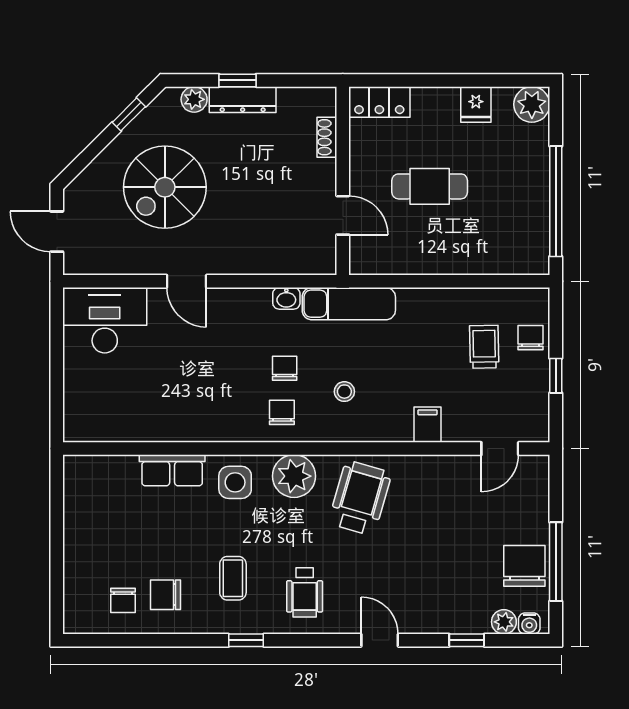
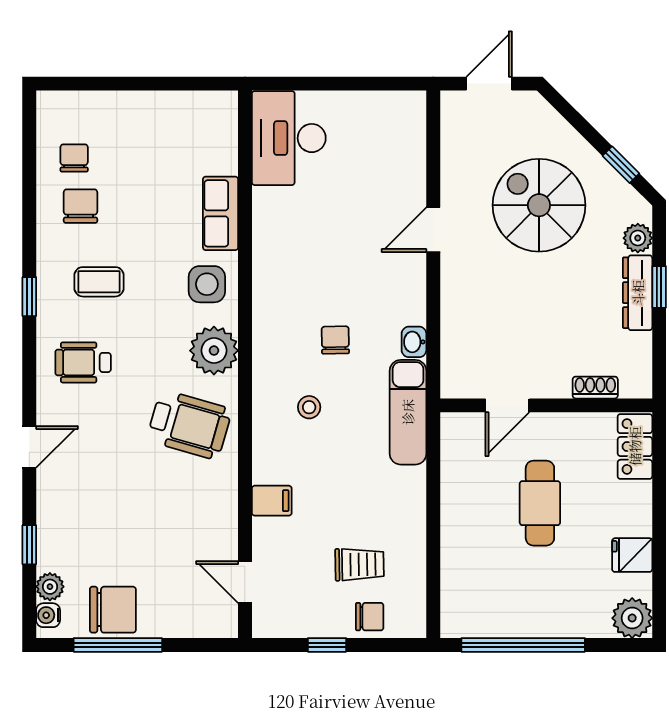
desk: (105, 320) -> (289, 138), moved, turned 180
chair: (285, 368) -> (335, 340), turned -91
chair: (282, 412) -> (286, 337), removed
chair: (123, 600) -> (74, 158), turned 90

